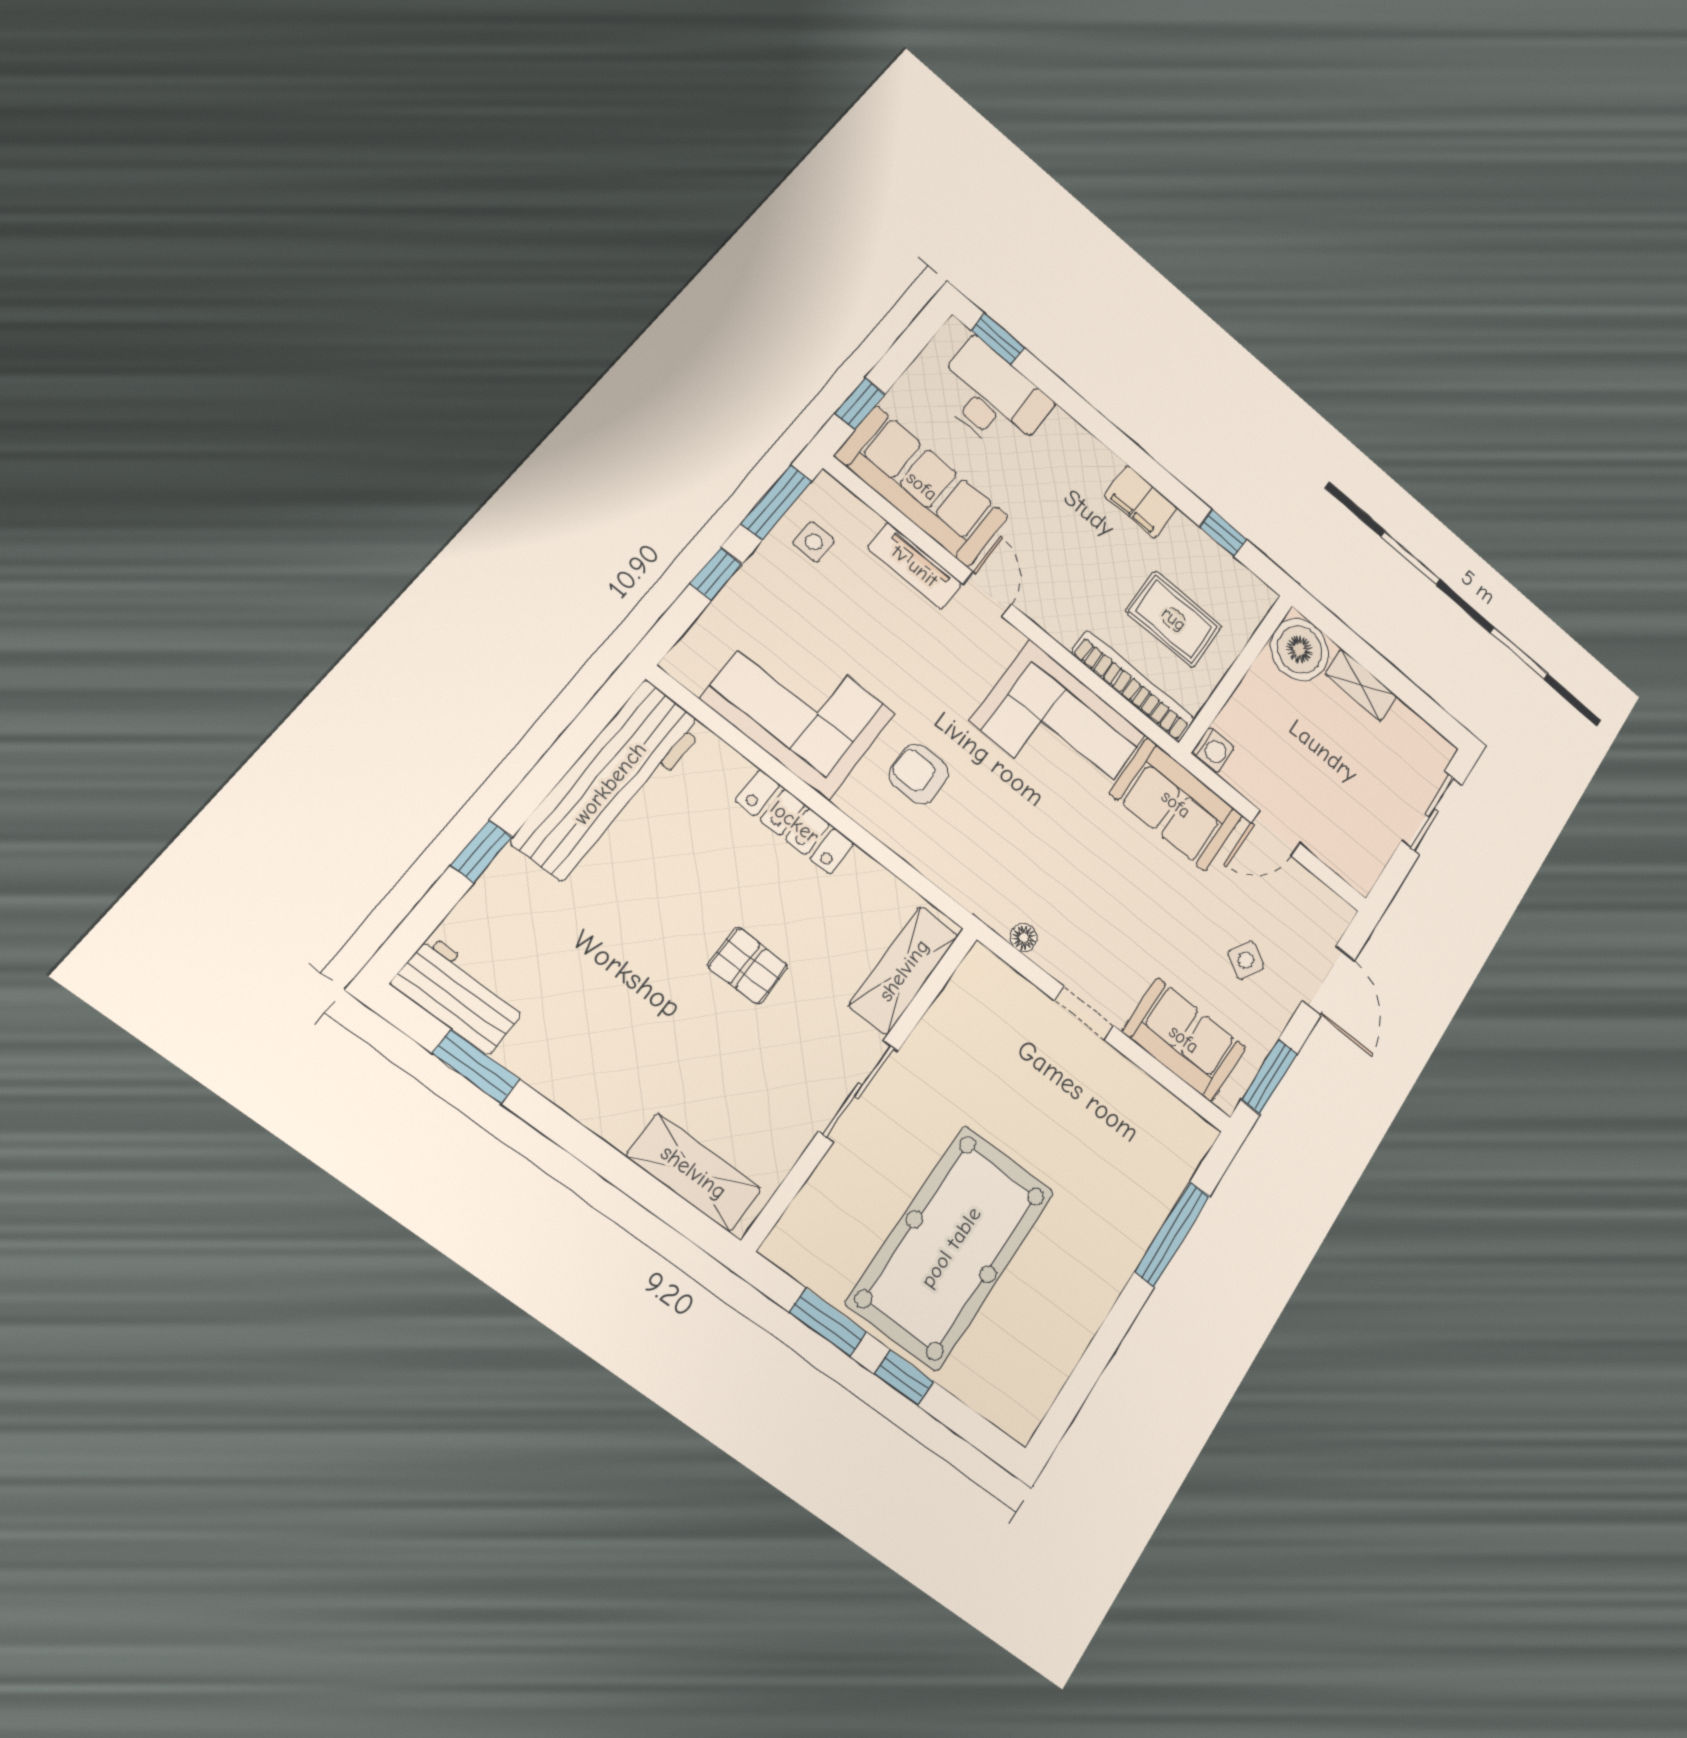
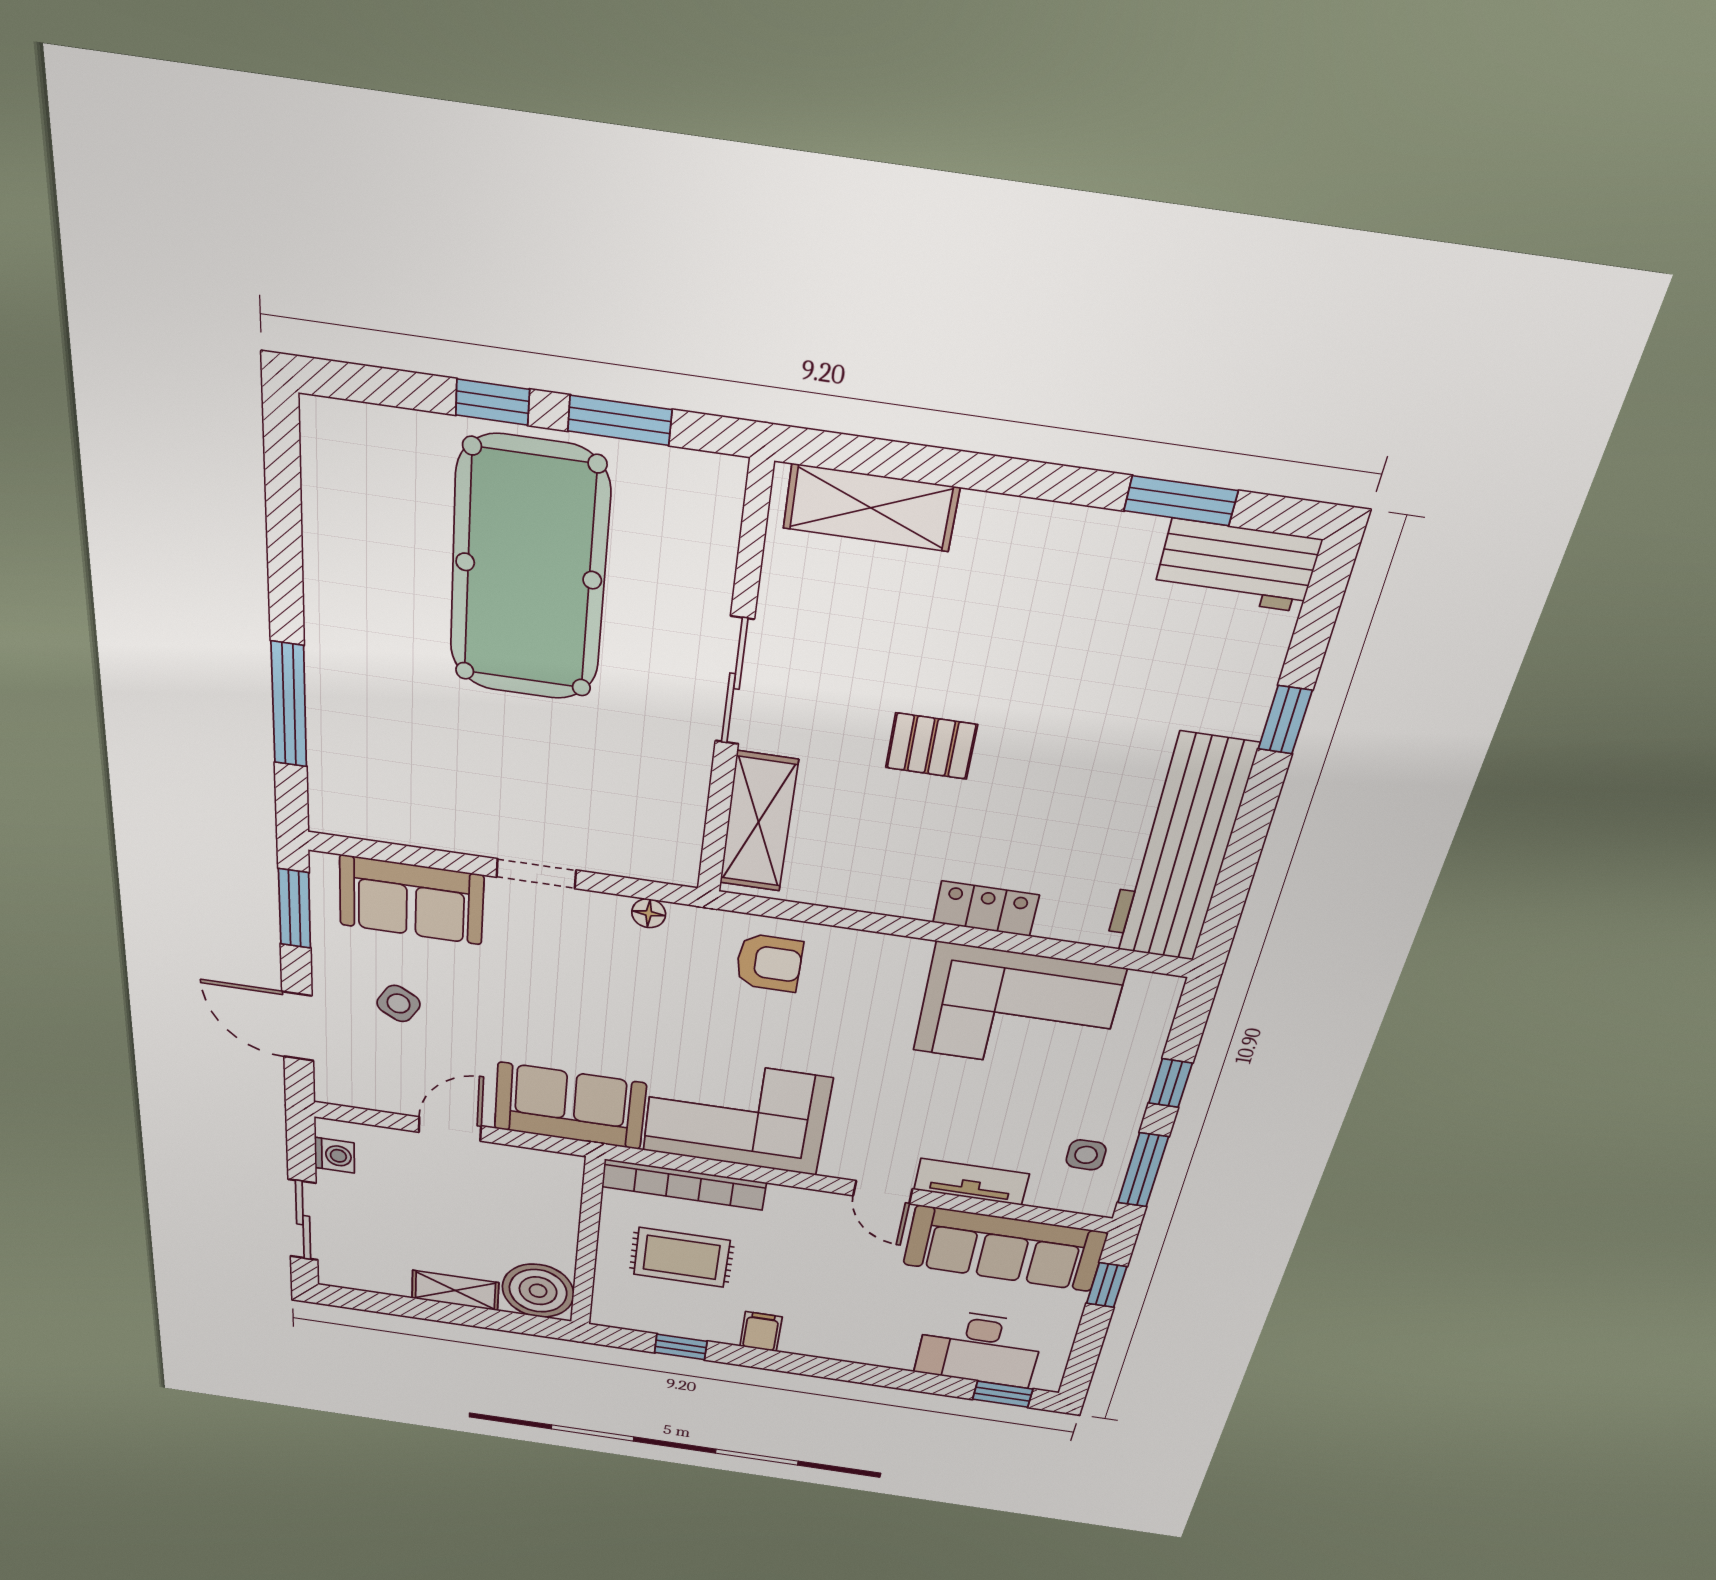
filing cabinet: (1141, 502) -> (761, 1332), width x0.50
washing machine: (1213, 750) -> (334, 1155), moved, turned 180
armchair: (919, 774) -> (769, 963), moved
locker: (795, 822) -> (986, 909), width x0.66

